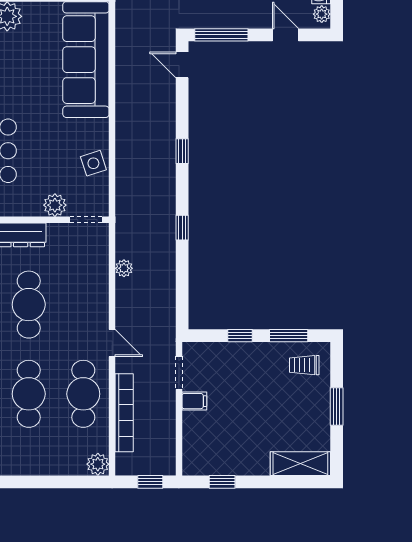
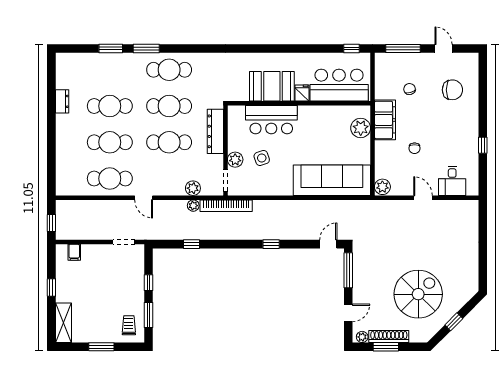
side table: (93, 163) -> (262, 158), moved
window: (182, 228) -> (191, 244), moved
door: (112, 343) -> (144, 198), hinge flipped
filing cabinet: (194, 401) -> (74, 252), moved
bookcase: (124, 413) -> (226, 206), moved
plant: (98, 464) -> (193, 188), moved
window: (222, 482) -> (51, 288), moved

